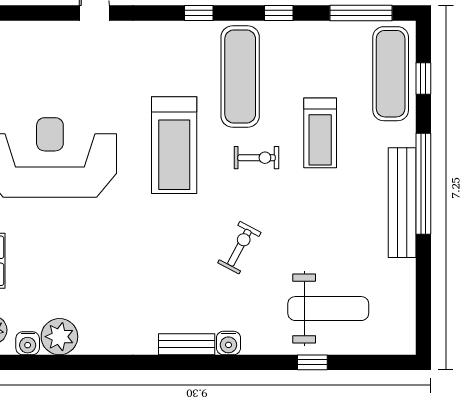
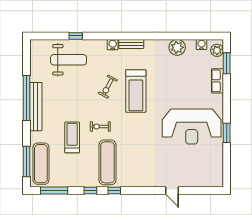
window: (199, 13) -> (114, 190), moved
window: (423, 79) -> (27, 161), width x2.17
treadmill: (174, 145) -> (136, 91), moved, turned 180
window: (423, 184) -> (27, 98), moved
weight bench: (328, 309) -> (69, 60), turned 180
plant: (59, 337) -> (177, 47), moved

